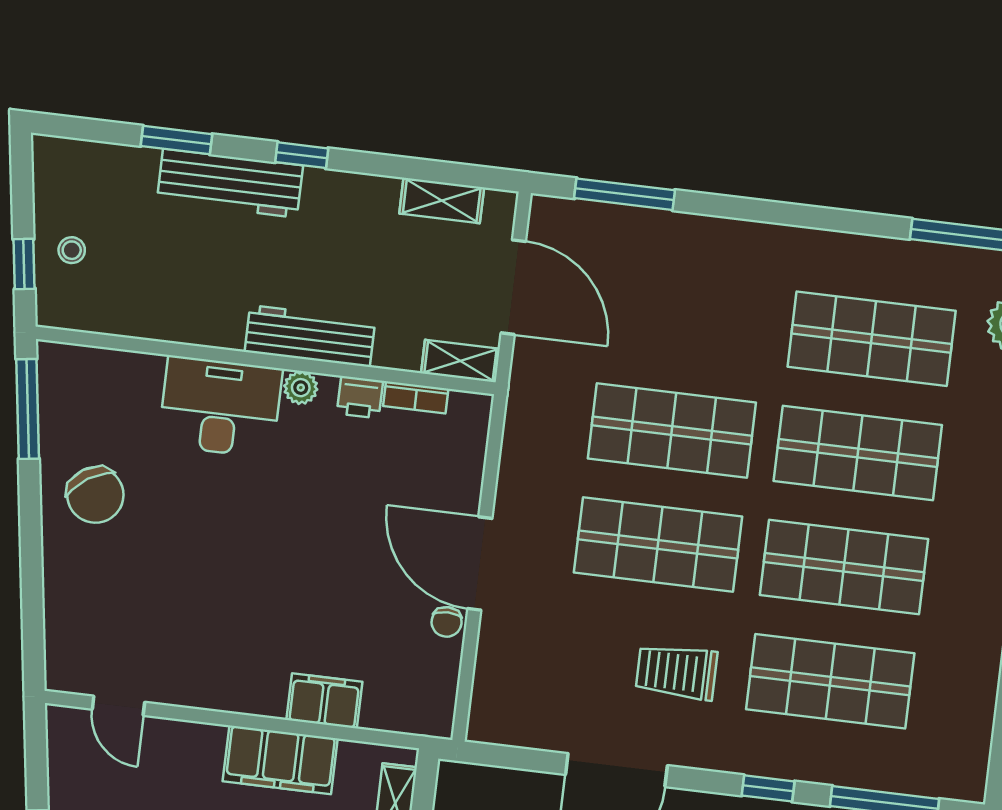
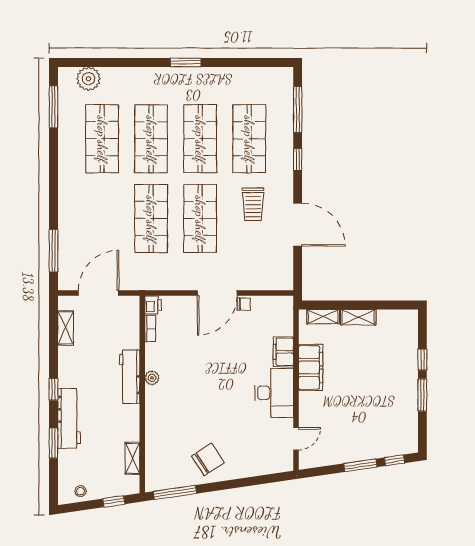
stool: (72, 250) -> (81, 491), moved
shelving: (460, 361) -> (133, 458), moved
printer: (360, 397) -> (153, 305), moved
desk: (220, 407) -> (274, 393), moved, turned 180

